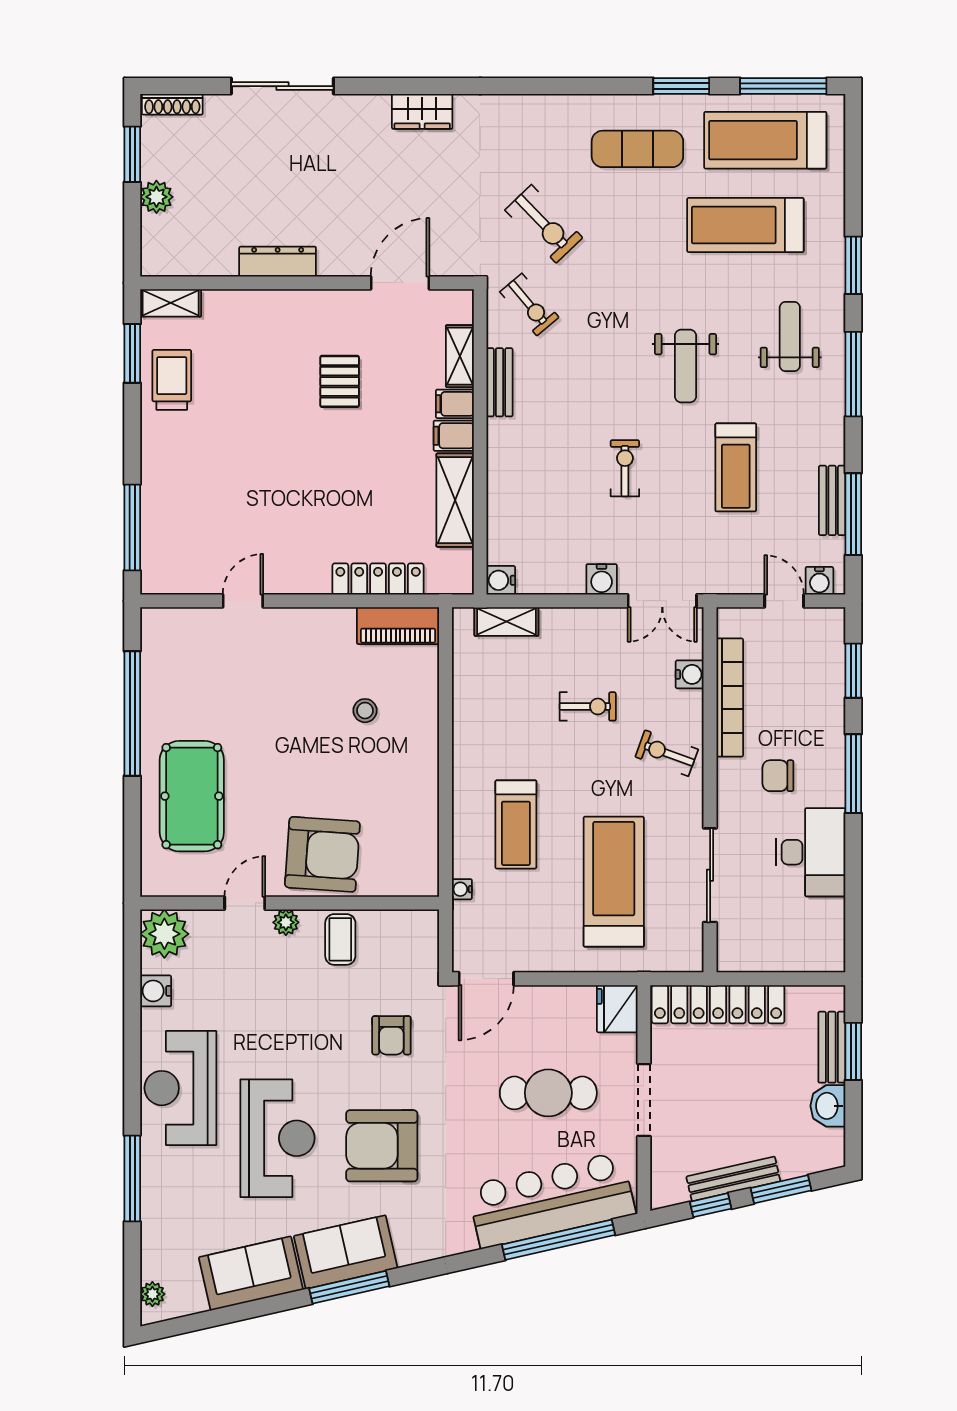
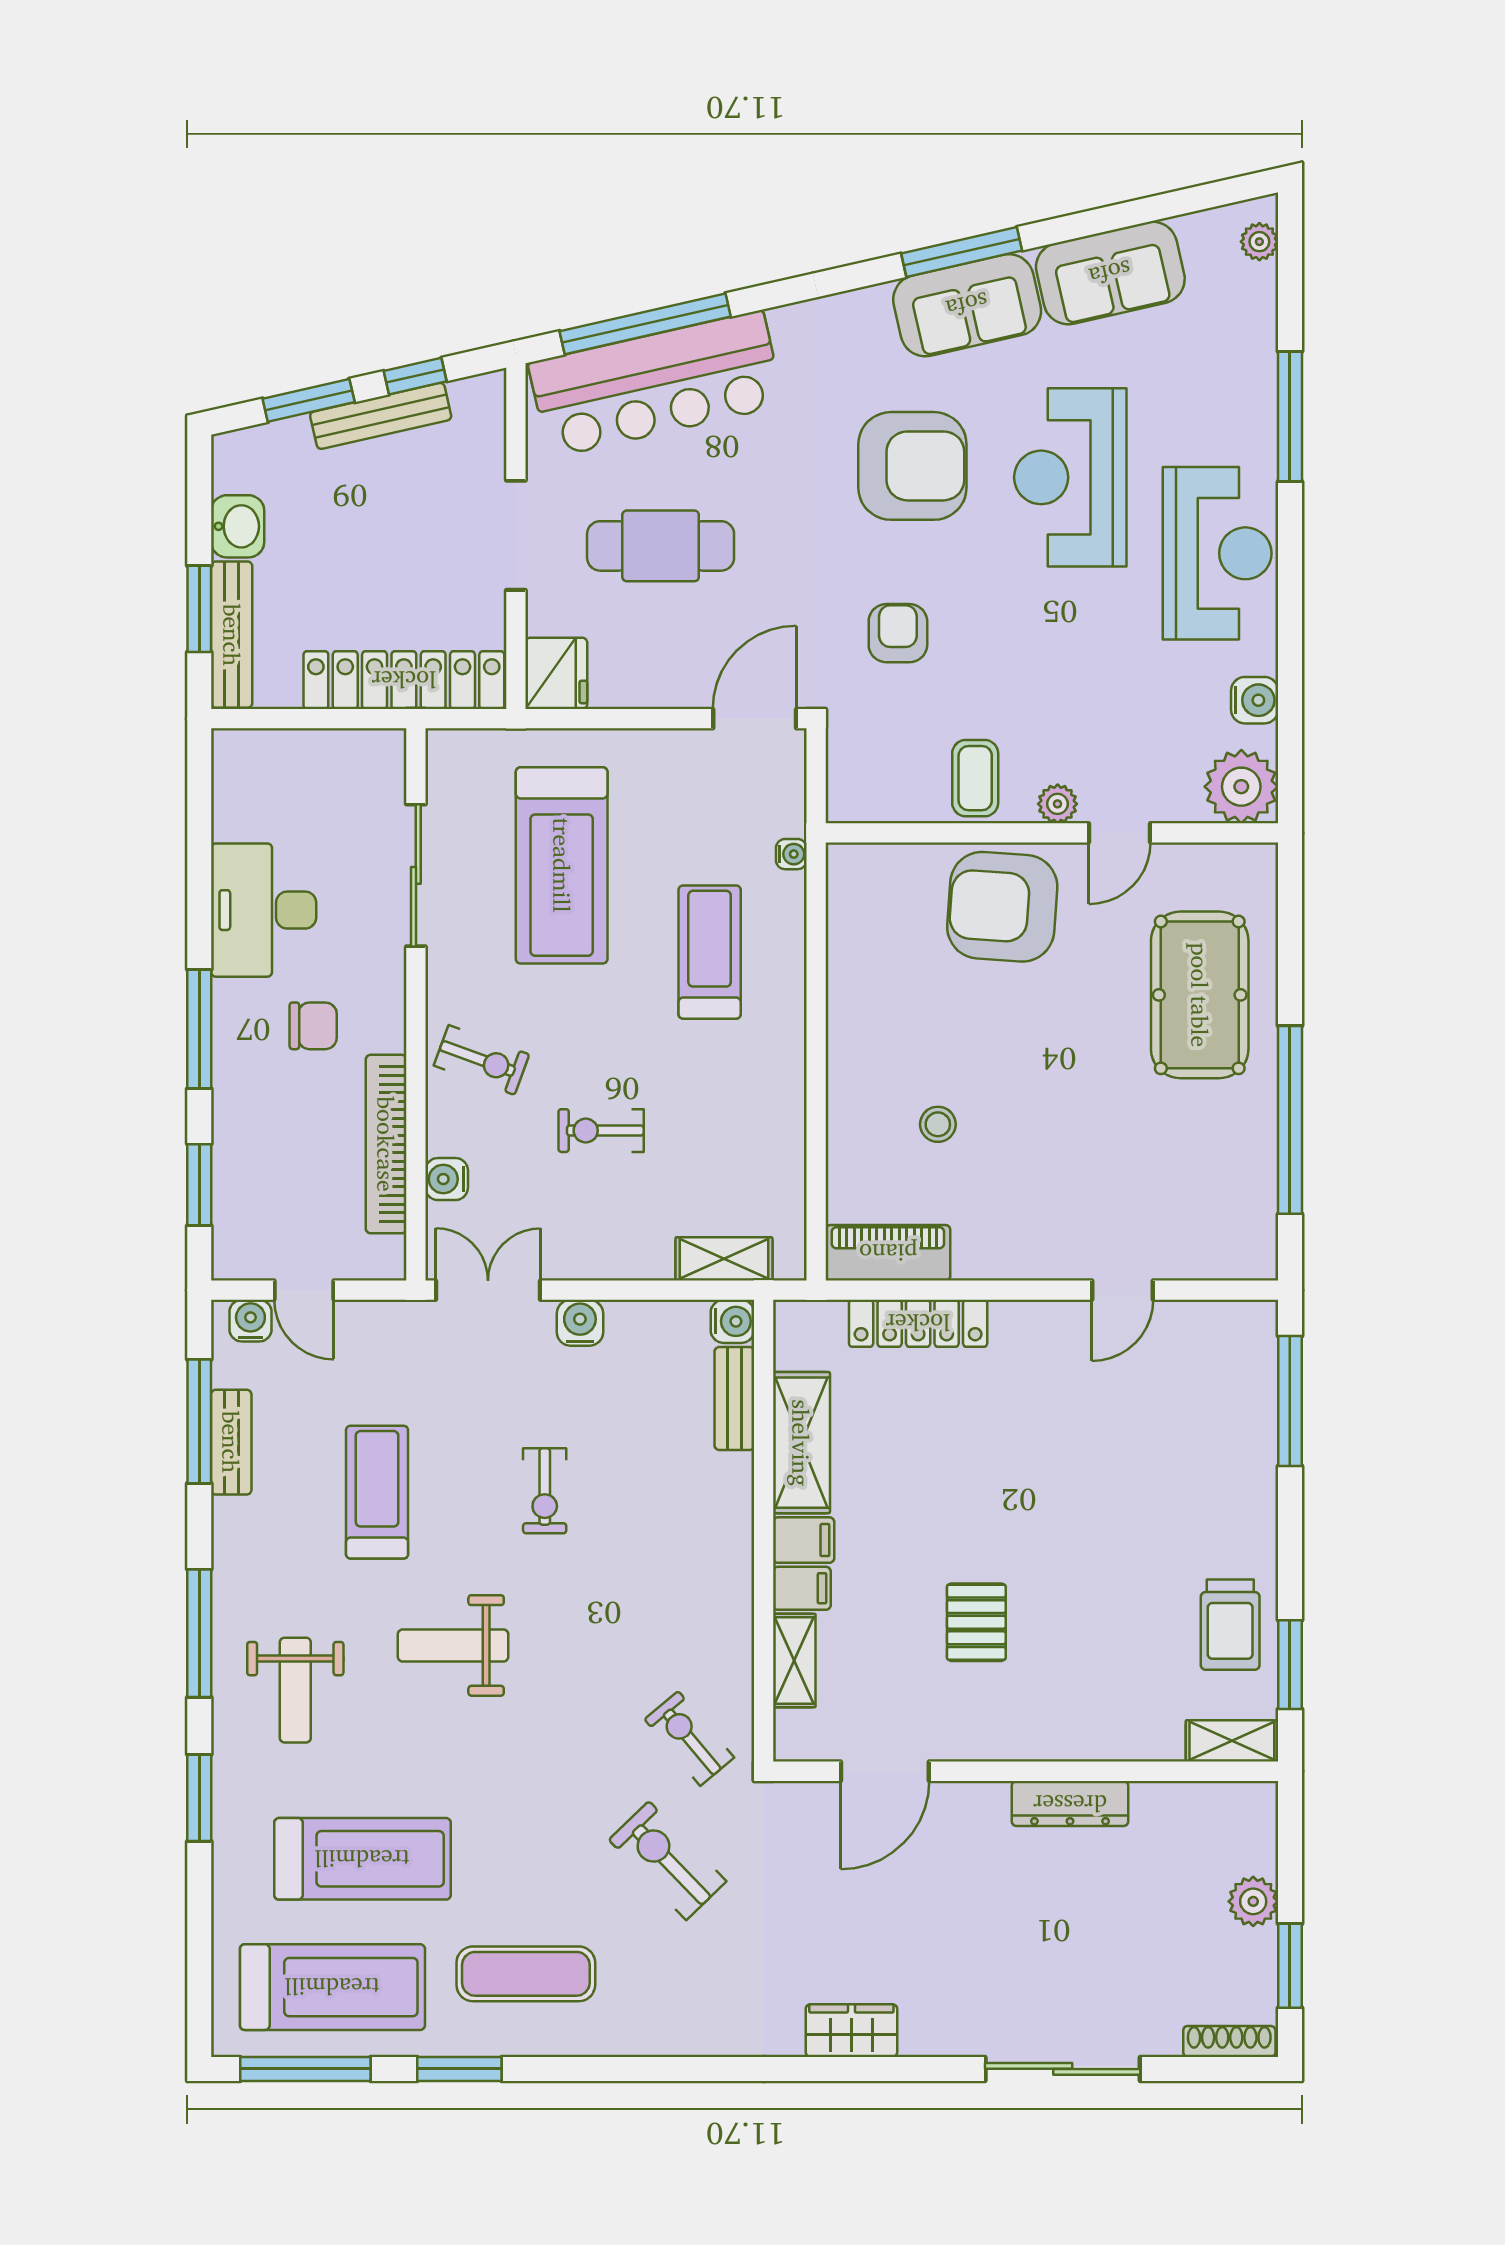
weight bench: (685, 366) -> (453, 1645), turned -90
bench: (499, 382) -> (734, 1398), moved
bench: (832, 1047) -> (232, 635), width x1.36

